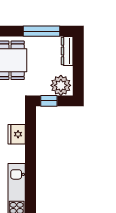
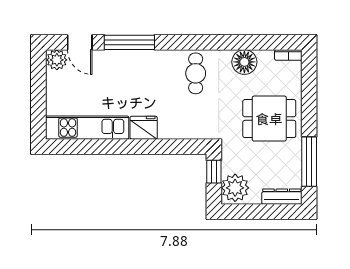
fridge: (17, 134) -> (144, 128), moved

